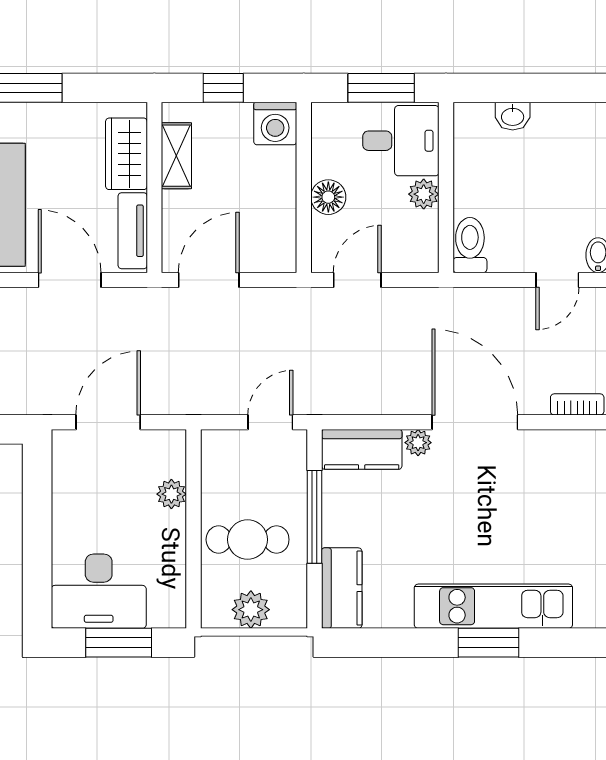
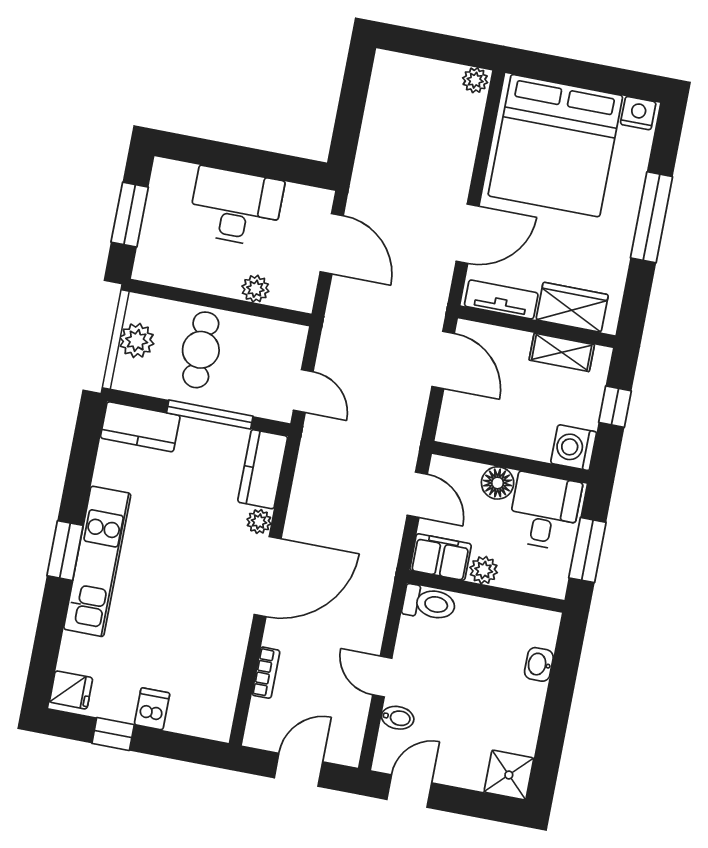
desk: (401, 141) -> (544, 511), moved, turned 180
filing cabinet: (419, 242) -> (441, 557), added
desk: (99, 591) -> (236, 207), moved, turned 90

